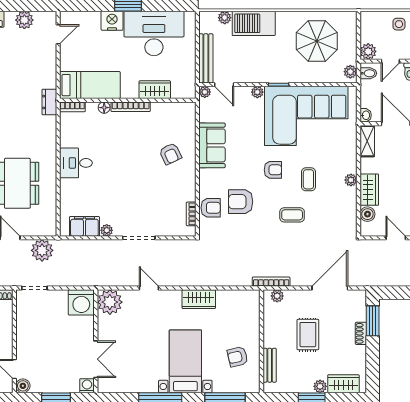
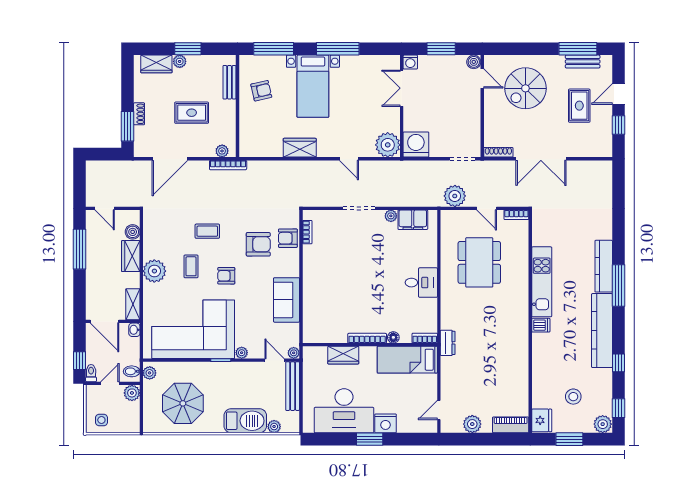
armchair: (170, 154) -> (328, 292), removed
plant: (351, 180) -> (154, 271), width x1.88, depth x1.88
rug: (308, 335) -> (192, 113), turned 90

